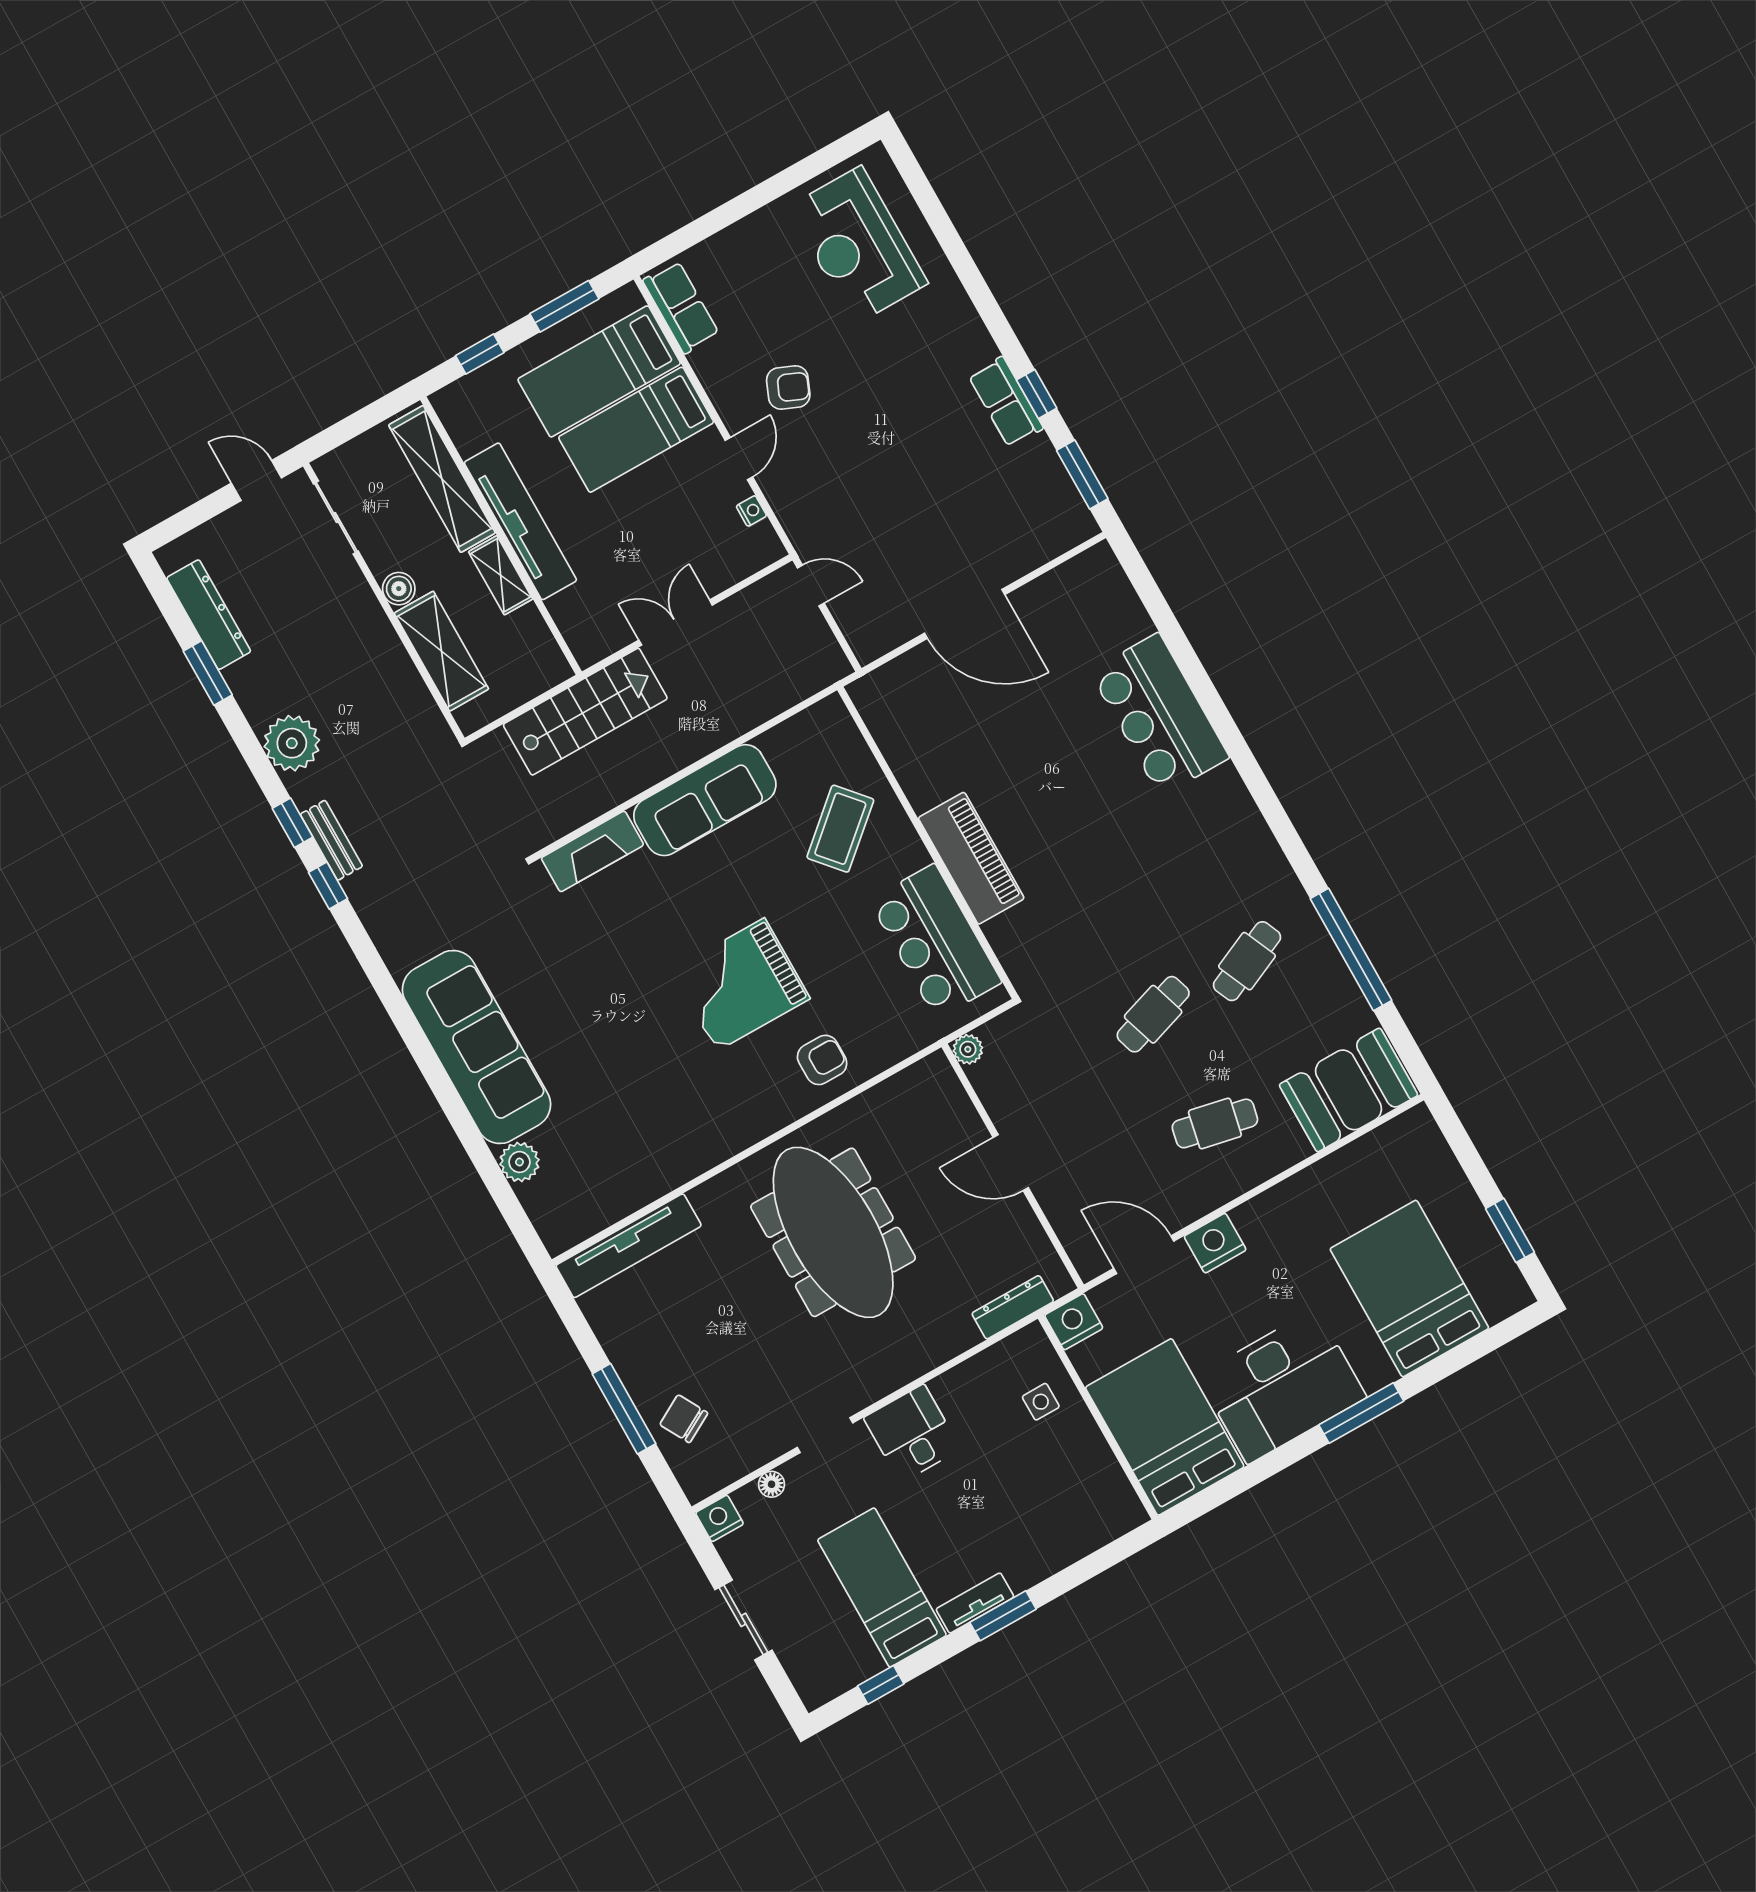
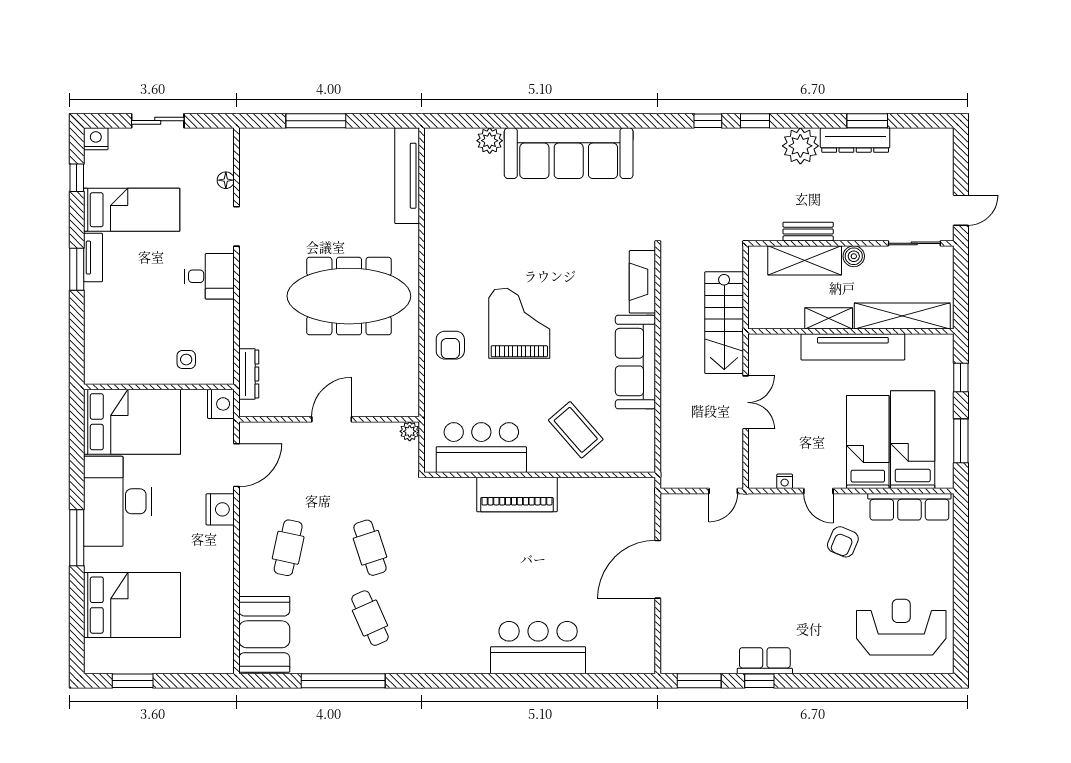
row of seats: (681, 307) -> (909, 507), width x1.48
dresser: (209, 615) -> (855, 140), moved
bench: (331, 840) -> (808, 232), moved
chair: (684, 1419) -> (291, 151), removed
nightstand: (720, 1518) -> (96, 139), moved, turned -90

